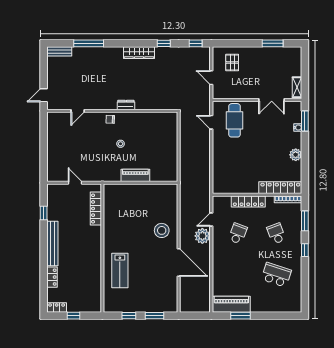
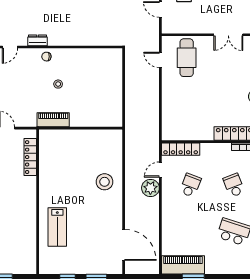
dresser: (126, 105) -> (38, 40), moved
piano: (135, 175) -> (53, 120), moved
locker: (248, 201) -> (181, 149), moved
door: (179, 262) -> (124, 245), moved

